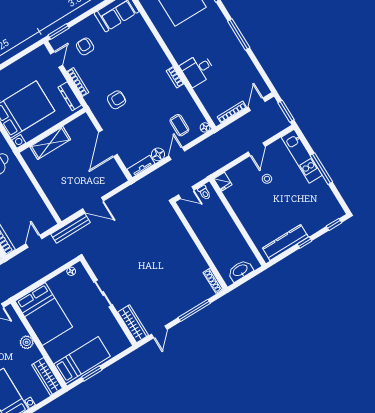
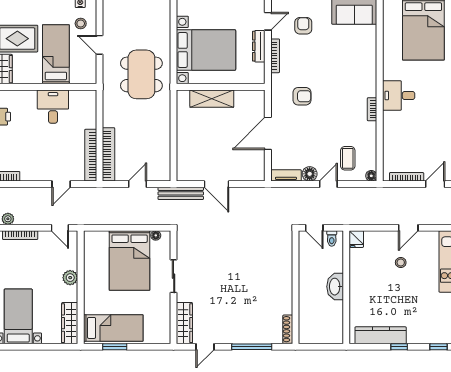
desk: (198, 70) -> (399, 95), moved
dresser: (70, 96) -> (259, 46), moved
washbasin: (240, 271) -> (335, 287), moved, turned -90
bed: (44, 314) -> (130, 260), moved

